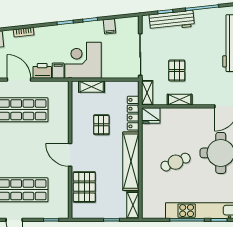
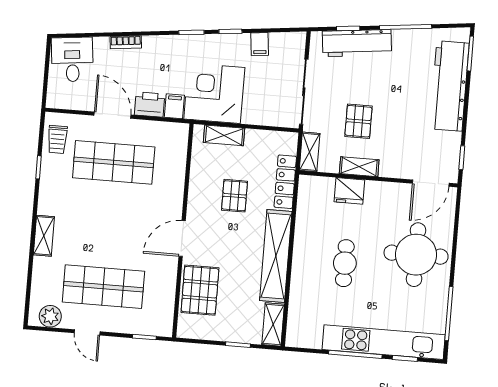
fridge: (151, 116) -> (349, 191), moved
door: (70, 155) -> (182, 239), hinge flipped
cafe table: (176, 162) -> (345, 263), turned -68

